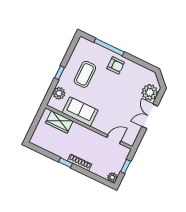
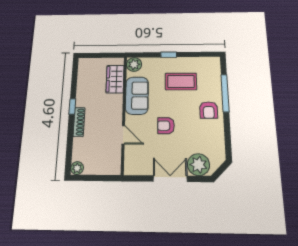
plant: (59, 93) -> (134, 64), moved
armchair: (112, 101) -> (166, 126), added
door: (114, 139) -> (123, 135), moved
window: (126, 166) -> (97, 178), removed

